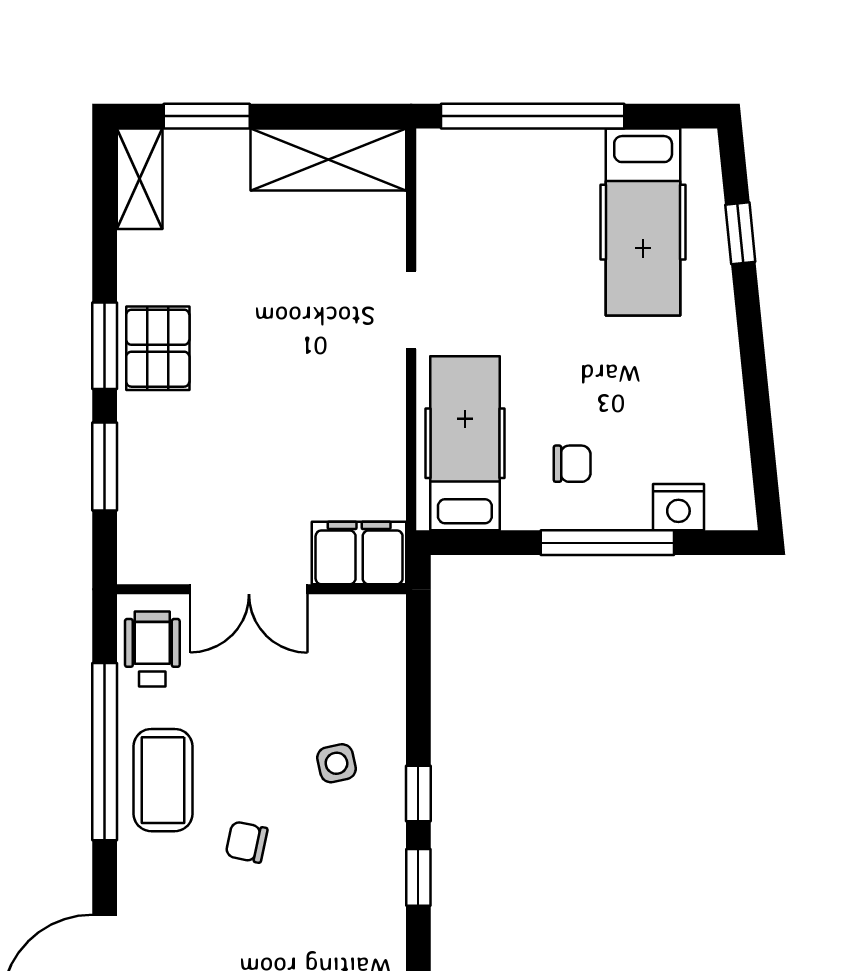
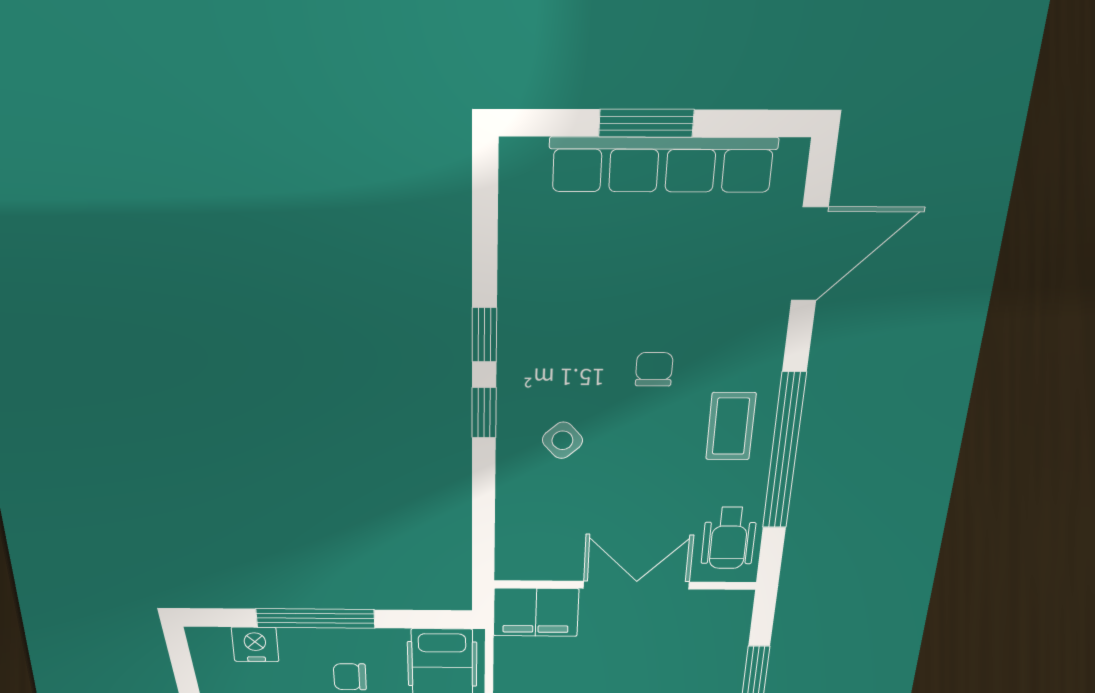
side table: (336, 763) -> (562, 440), turned -30
coffee table: (163, 780) -> (731, 426), width x0.73, depth x0.77
chair: (247, 842) -> (654, 369), turned -102

